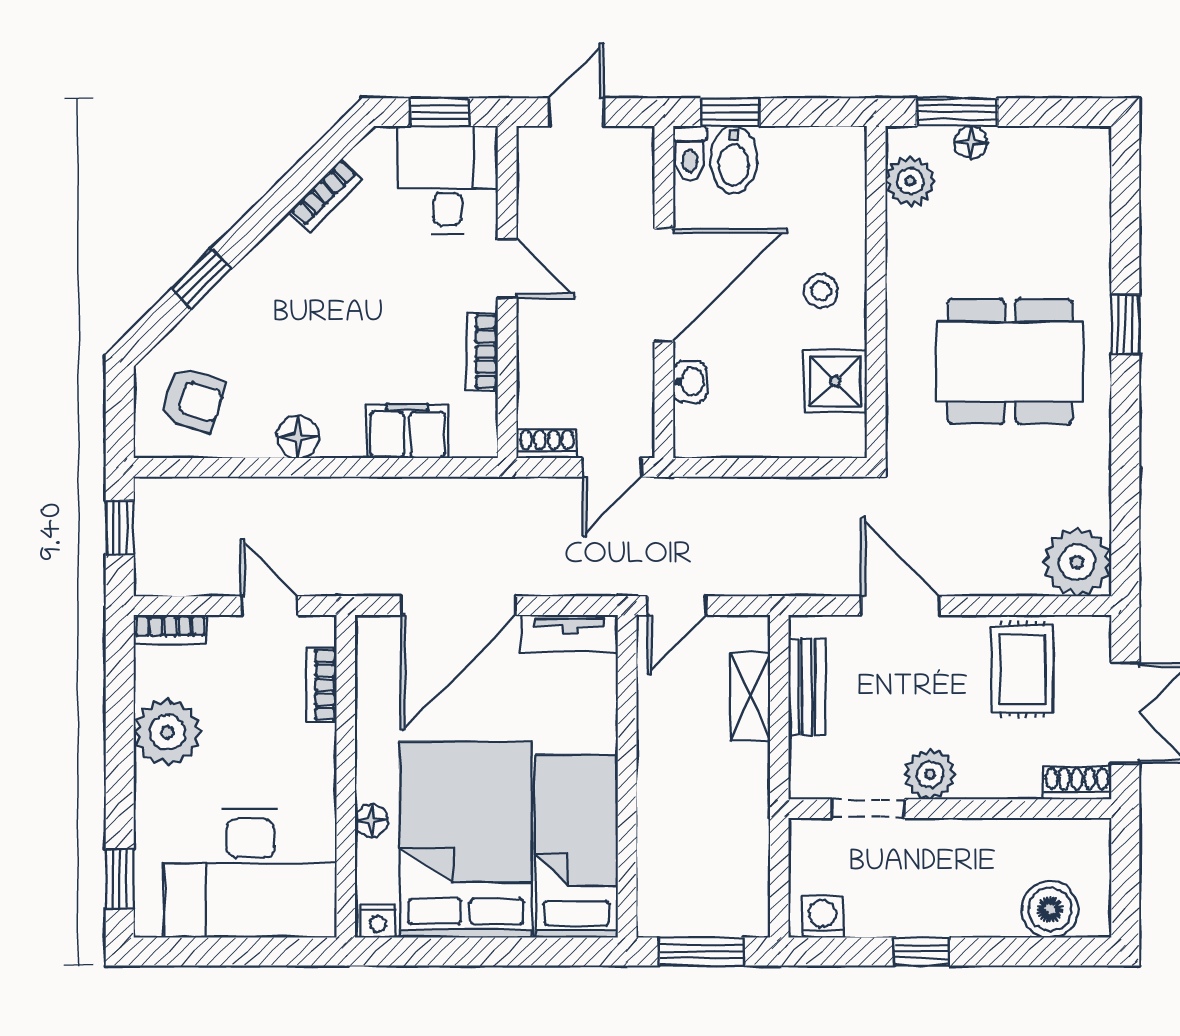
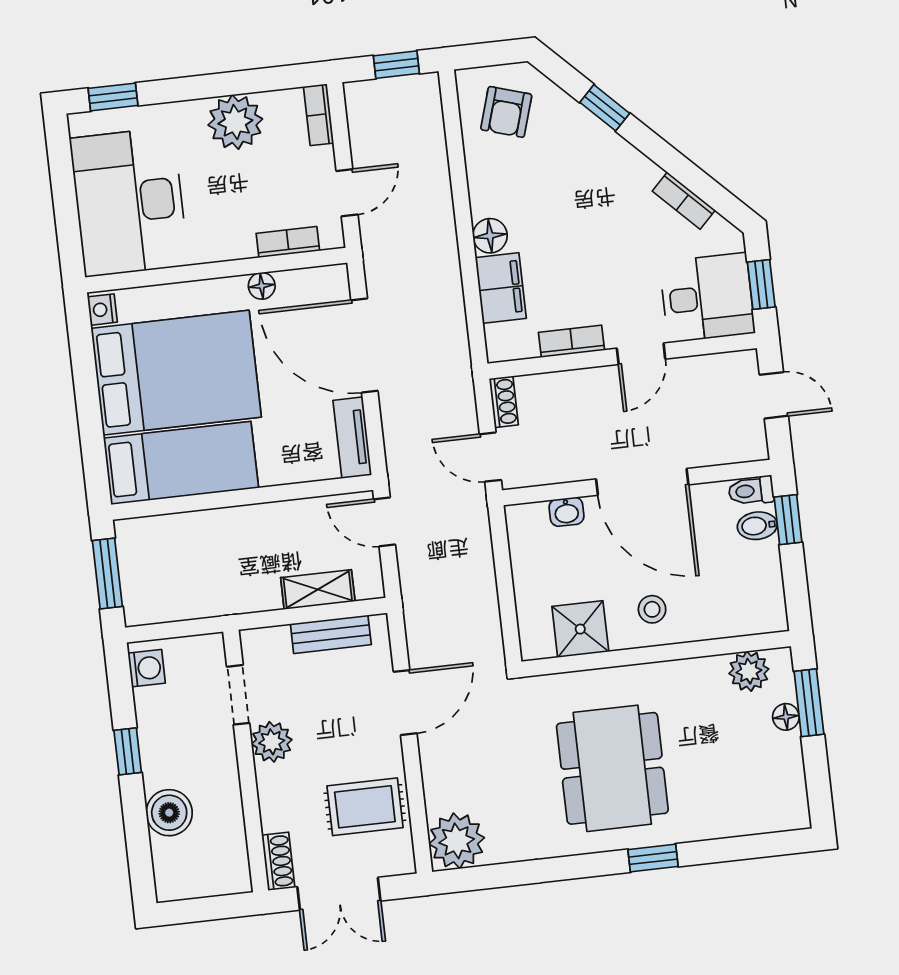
bidet: (734, 160) -> (757, 526), width x0.72, depth x0.74
floor lamp: (298, 437) -> (490, 236), moved
floor lamp: (371, 821) -> (262, 286), moved
boiler: (1050, 909) -> (169, 813), moved

